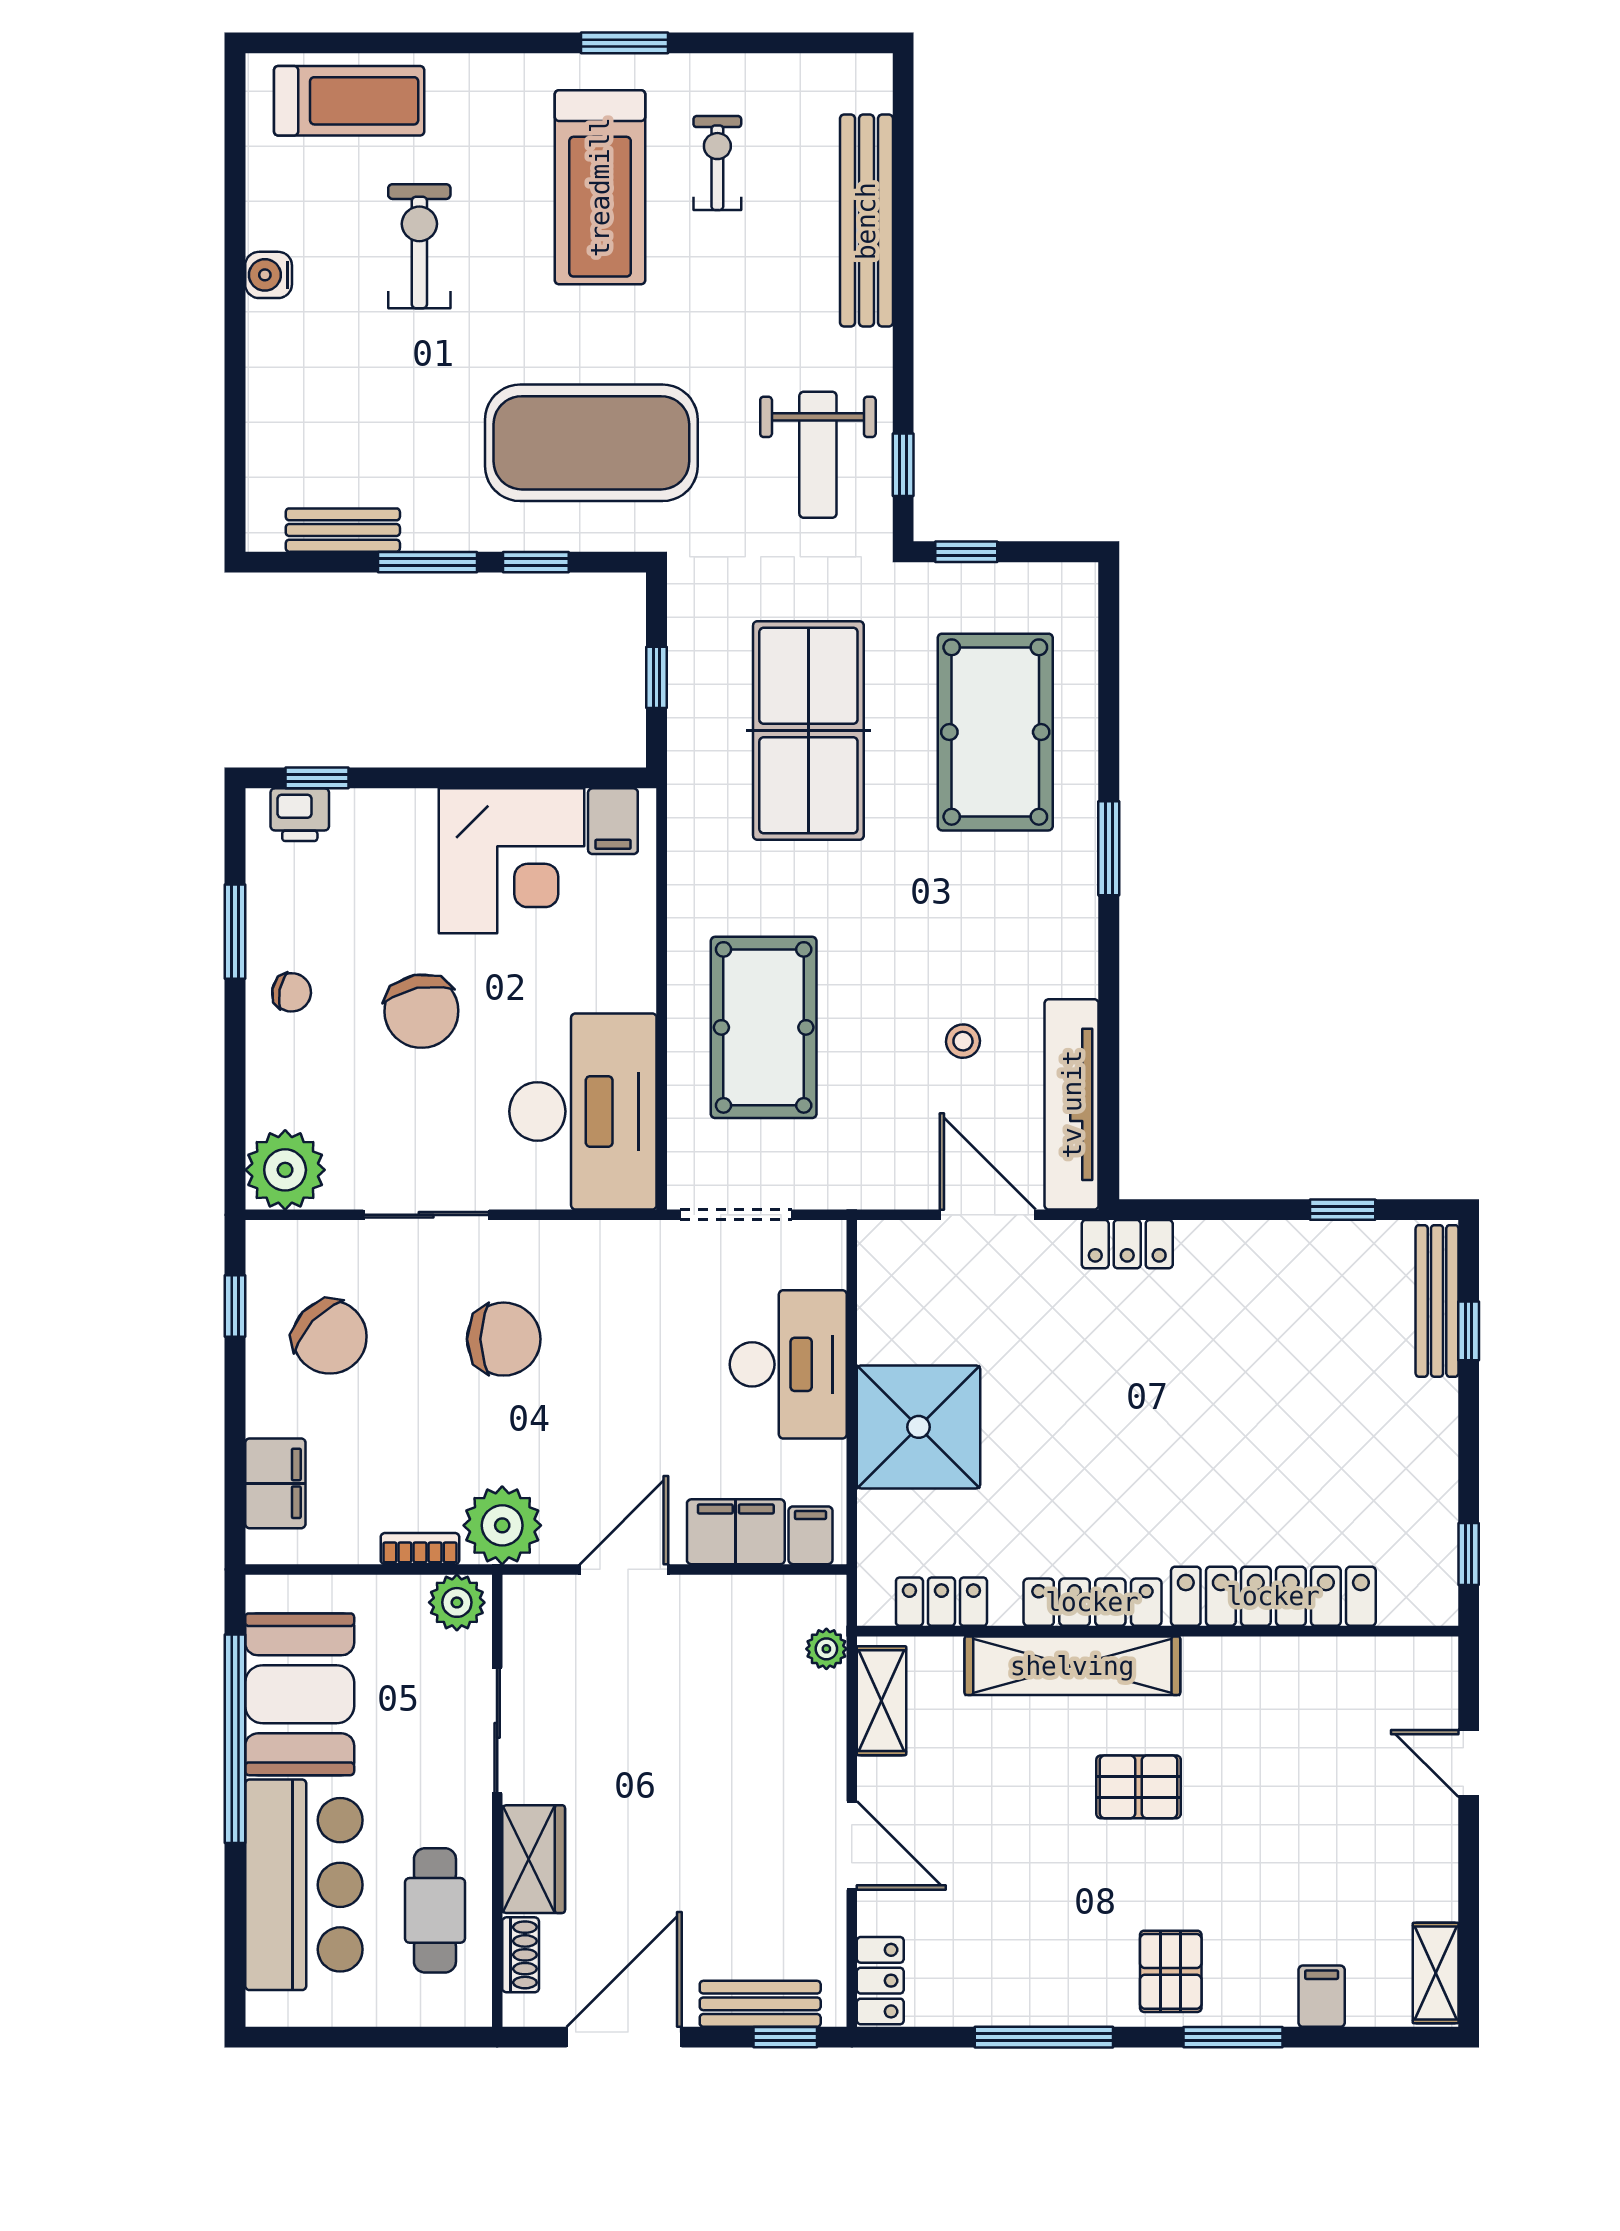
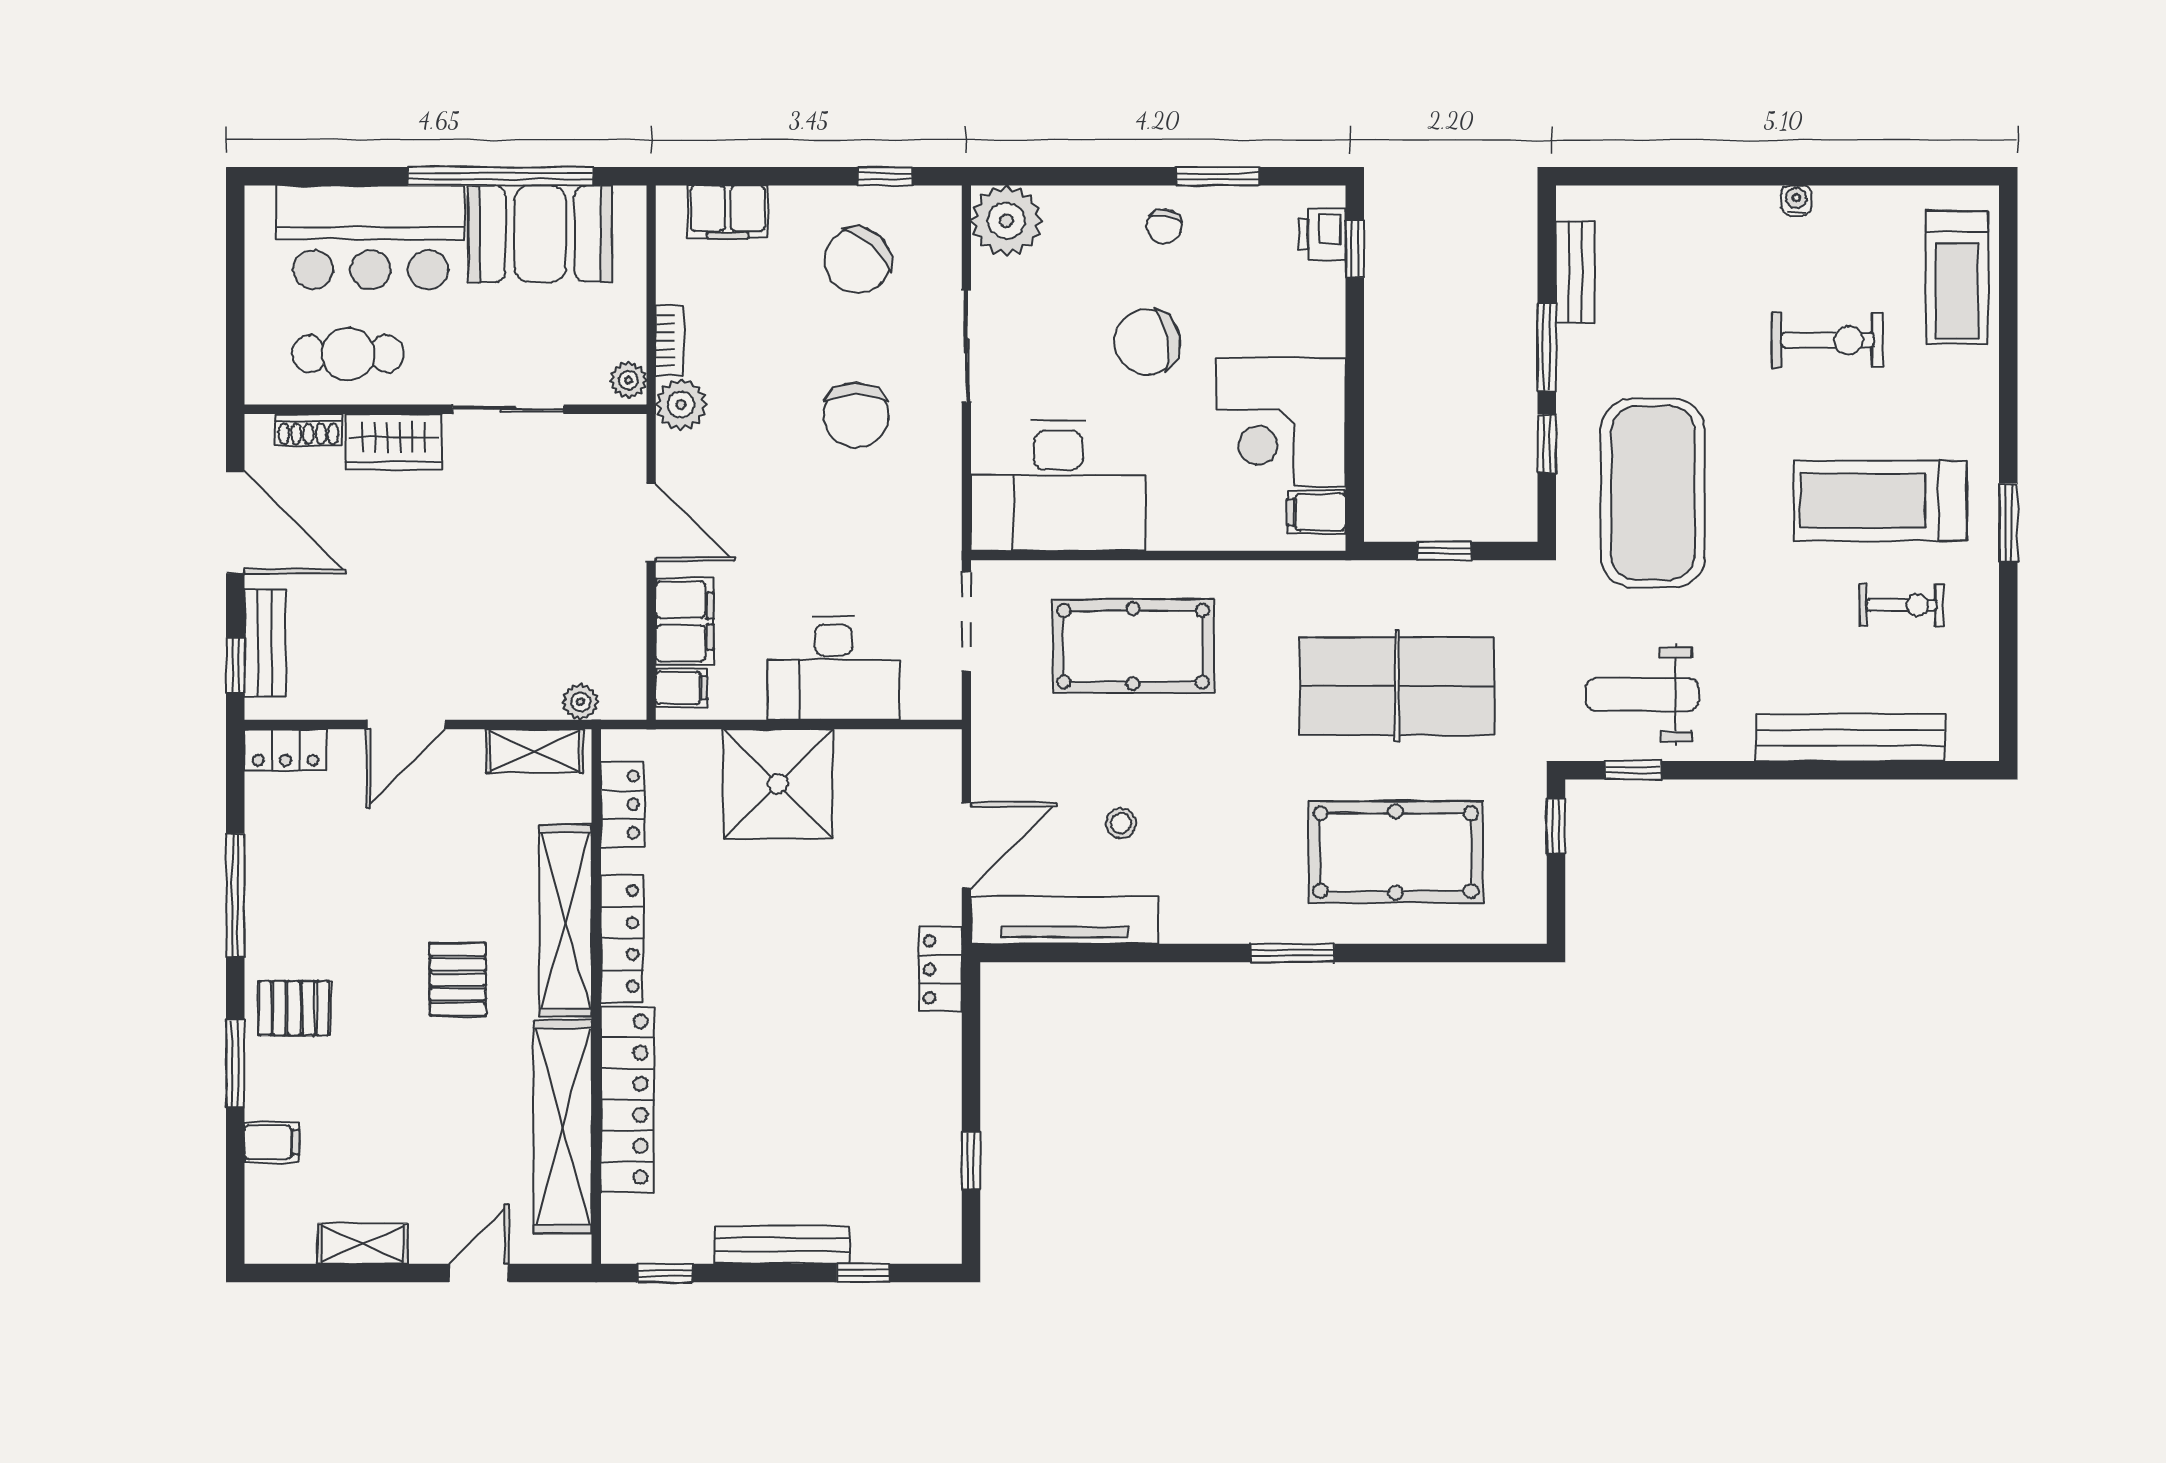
water cooler: (269, 275) -> (1796, 200), width x0.72, depth x0.72
bench: (1437, 1301) -> (782, 1245), moved
plant: (502, 1525) -> (681, 405), width x0.73, depth x0.73
plant: (457, 1602) -> (628, 380), width x0.73, depth x0.73
shelving: (1304, 1669) -> (563, 1127), added
shelving: (1436, 1973) -> (362, 1244), moved

